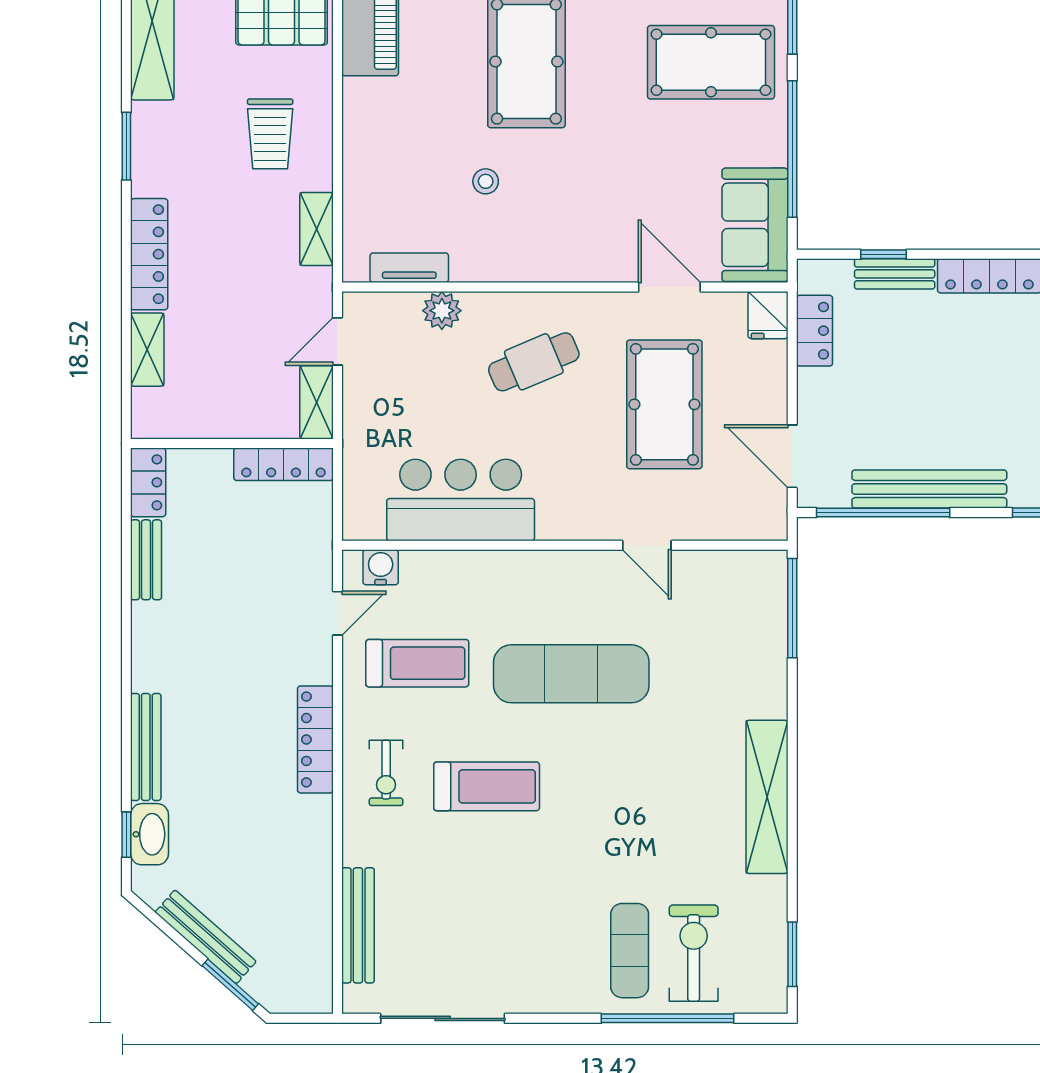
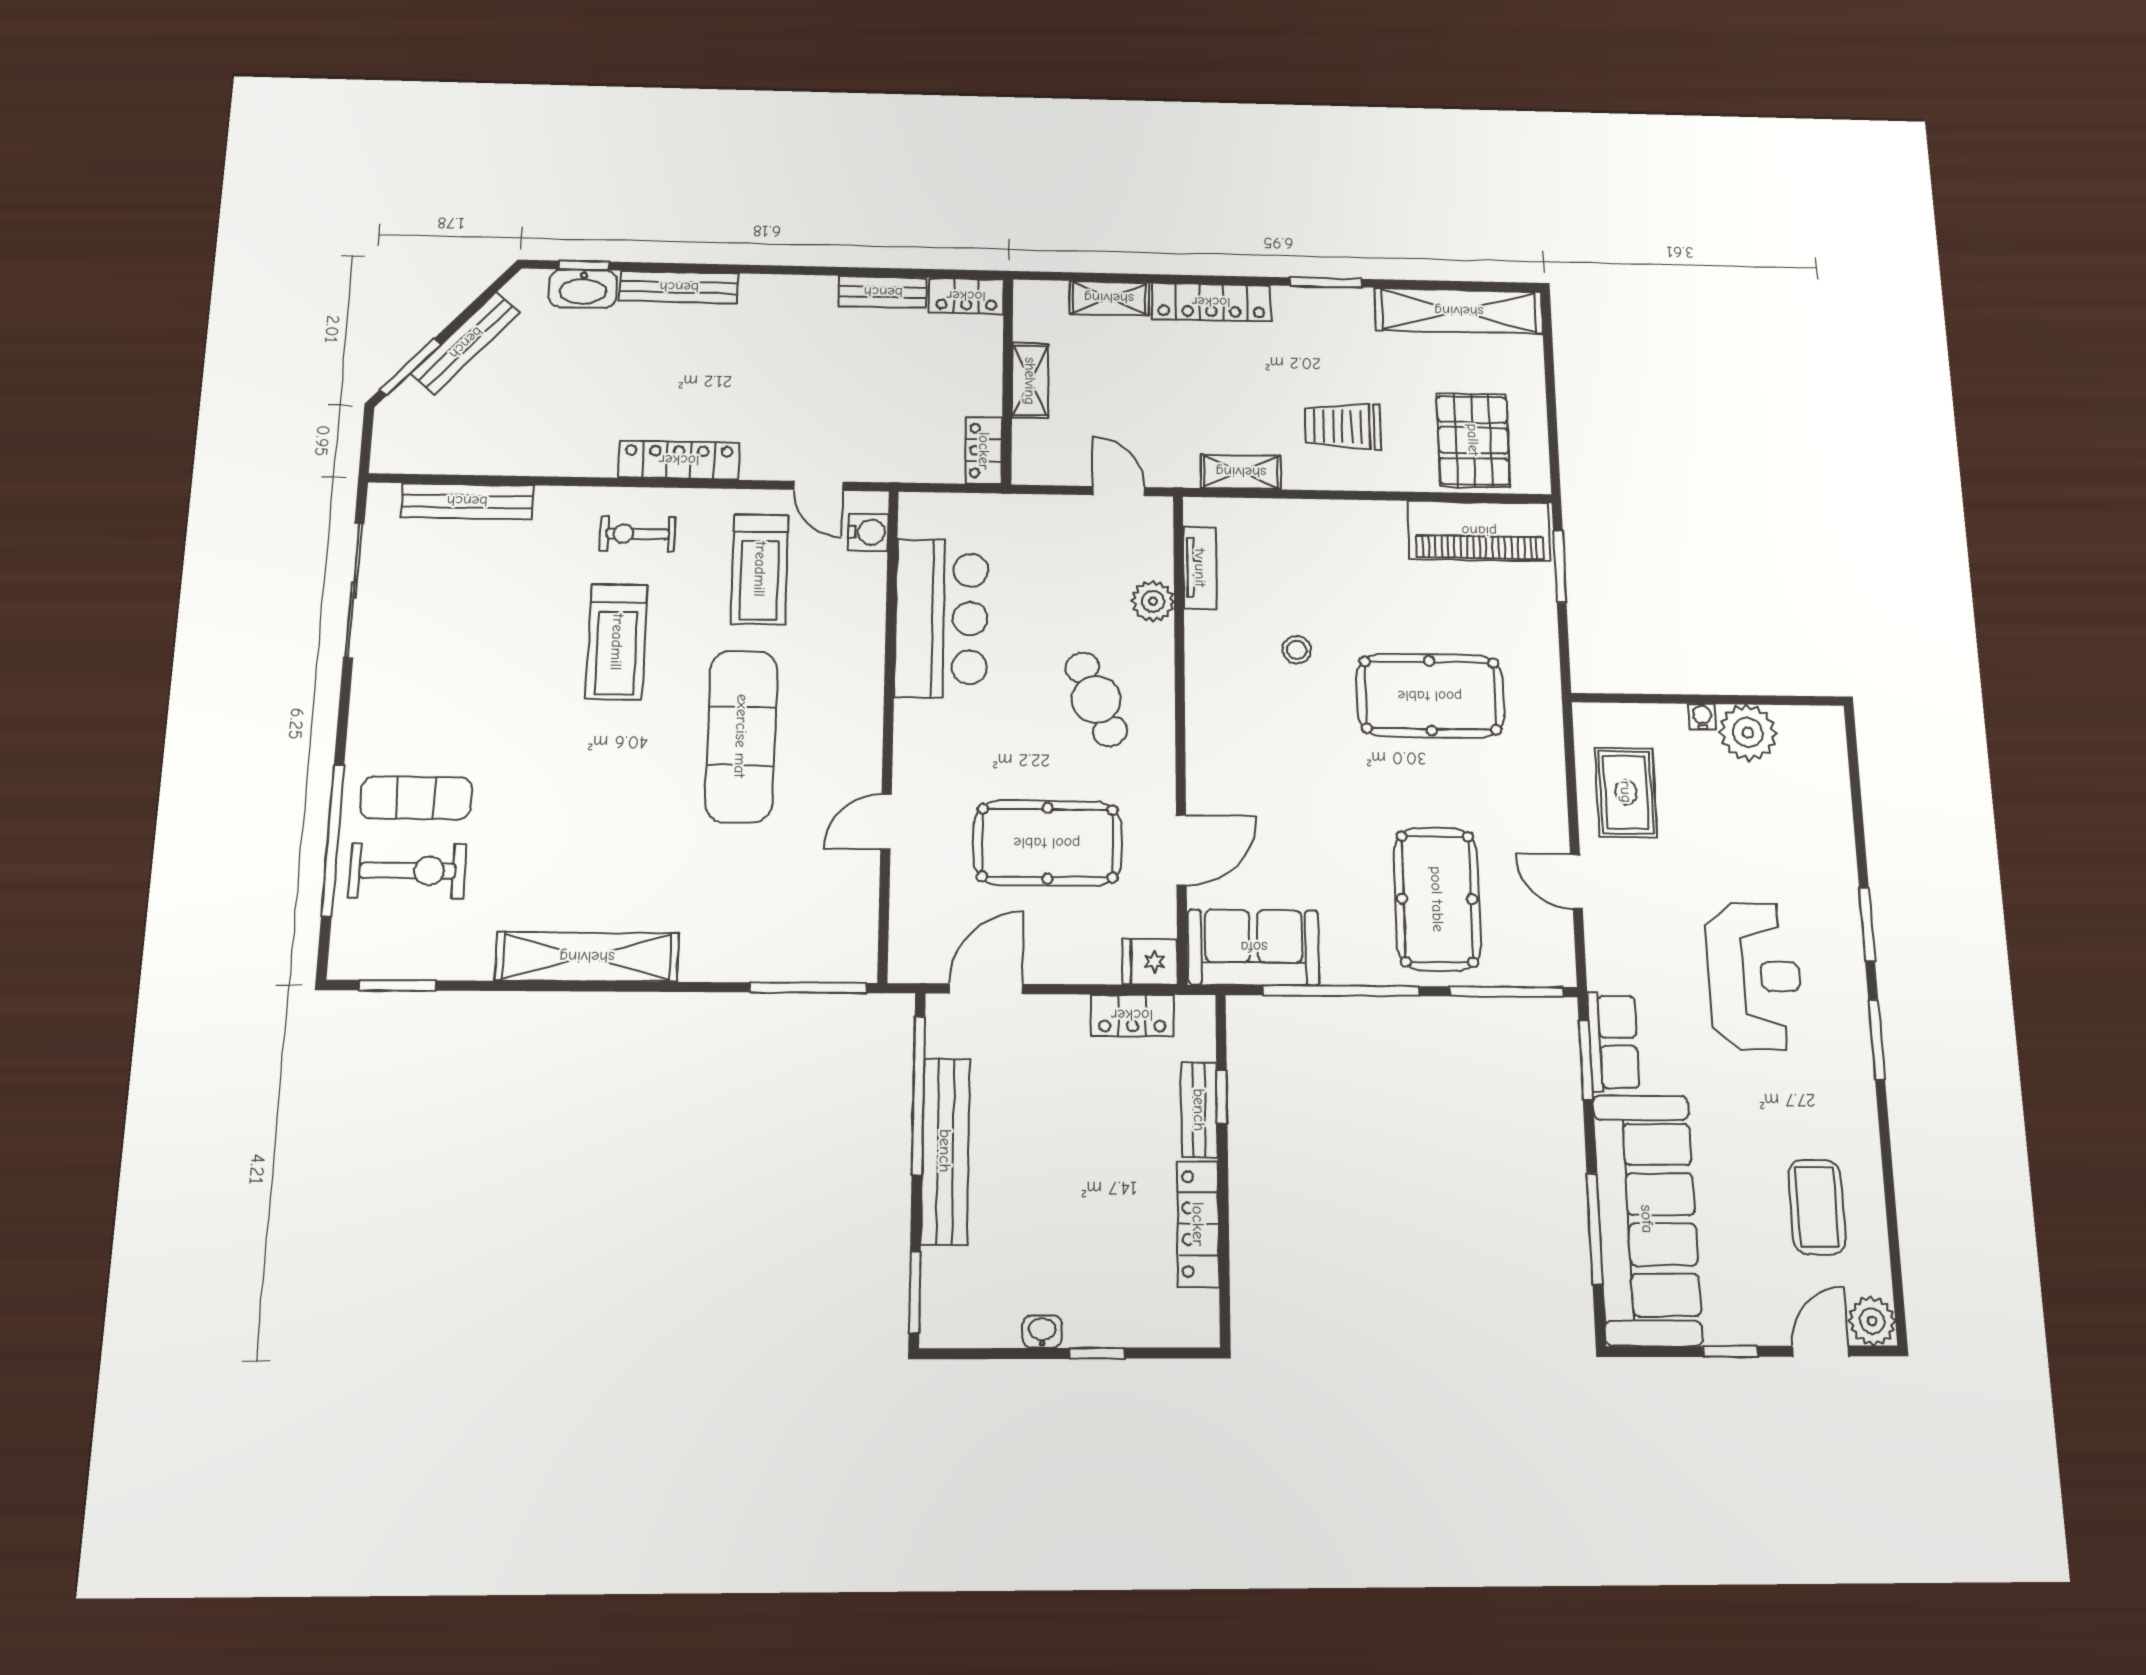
shelving: (316, 402) -> (1030, 381), moved, turned 90
locker: (283, 464) -> (984, 451), width x0.66

